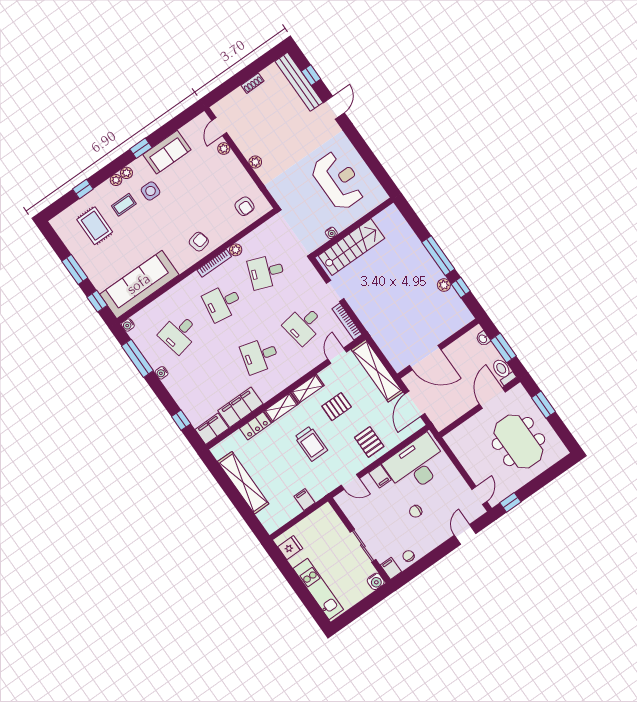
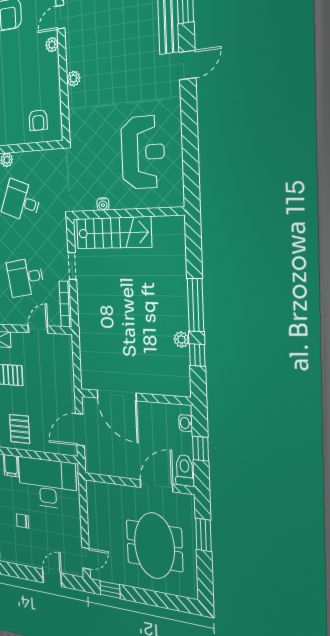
window: (503, 348) -> (200, 449), width x0.67
shelving: (377, 371) -> (65, 372), removed

